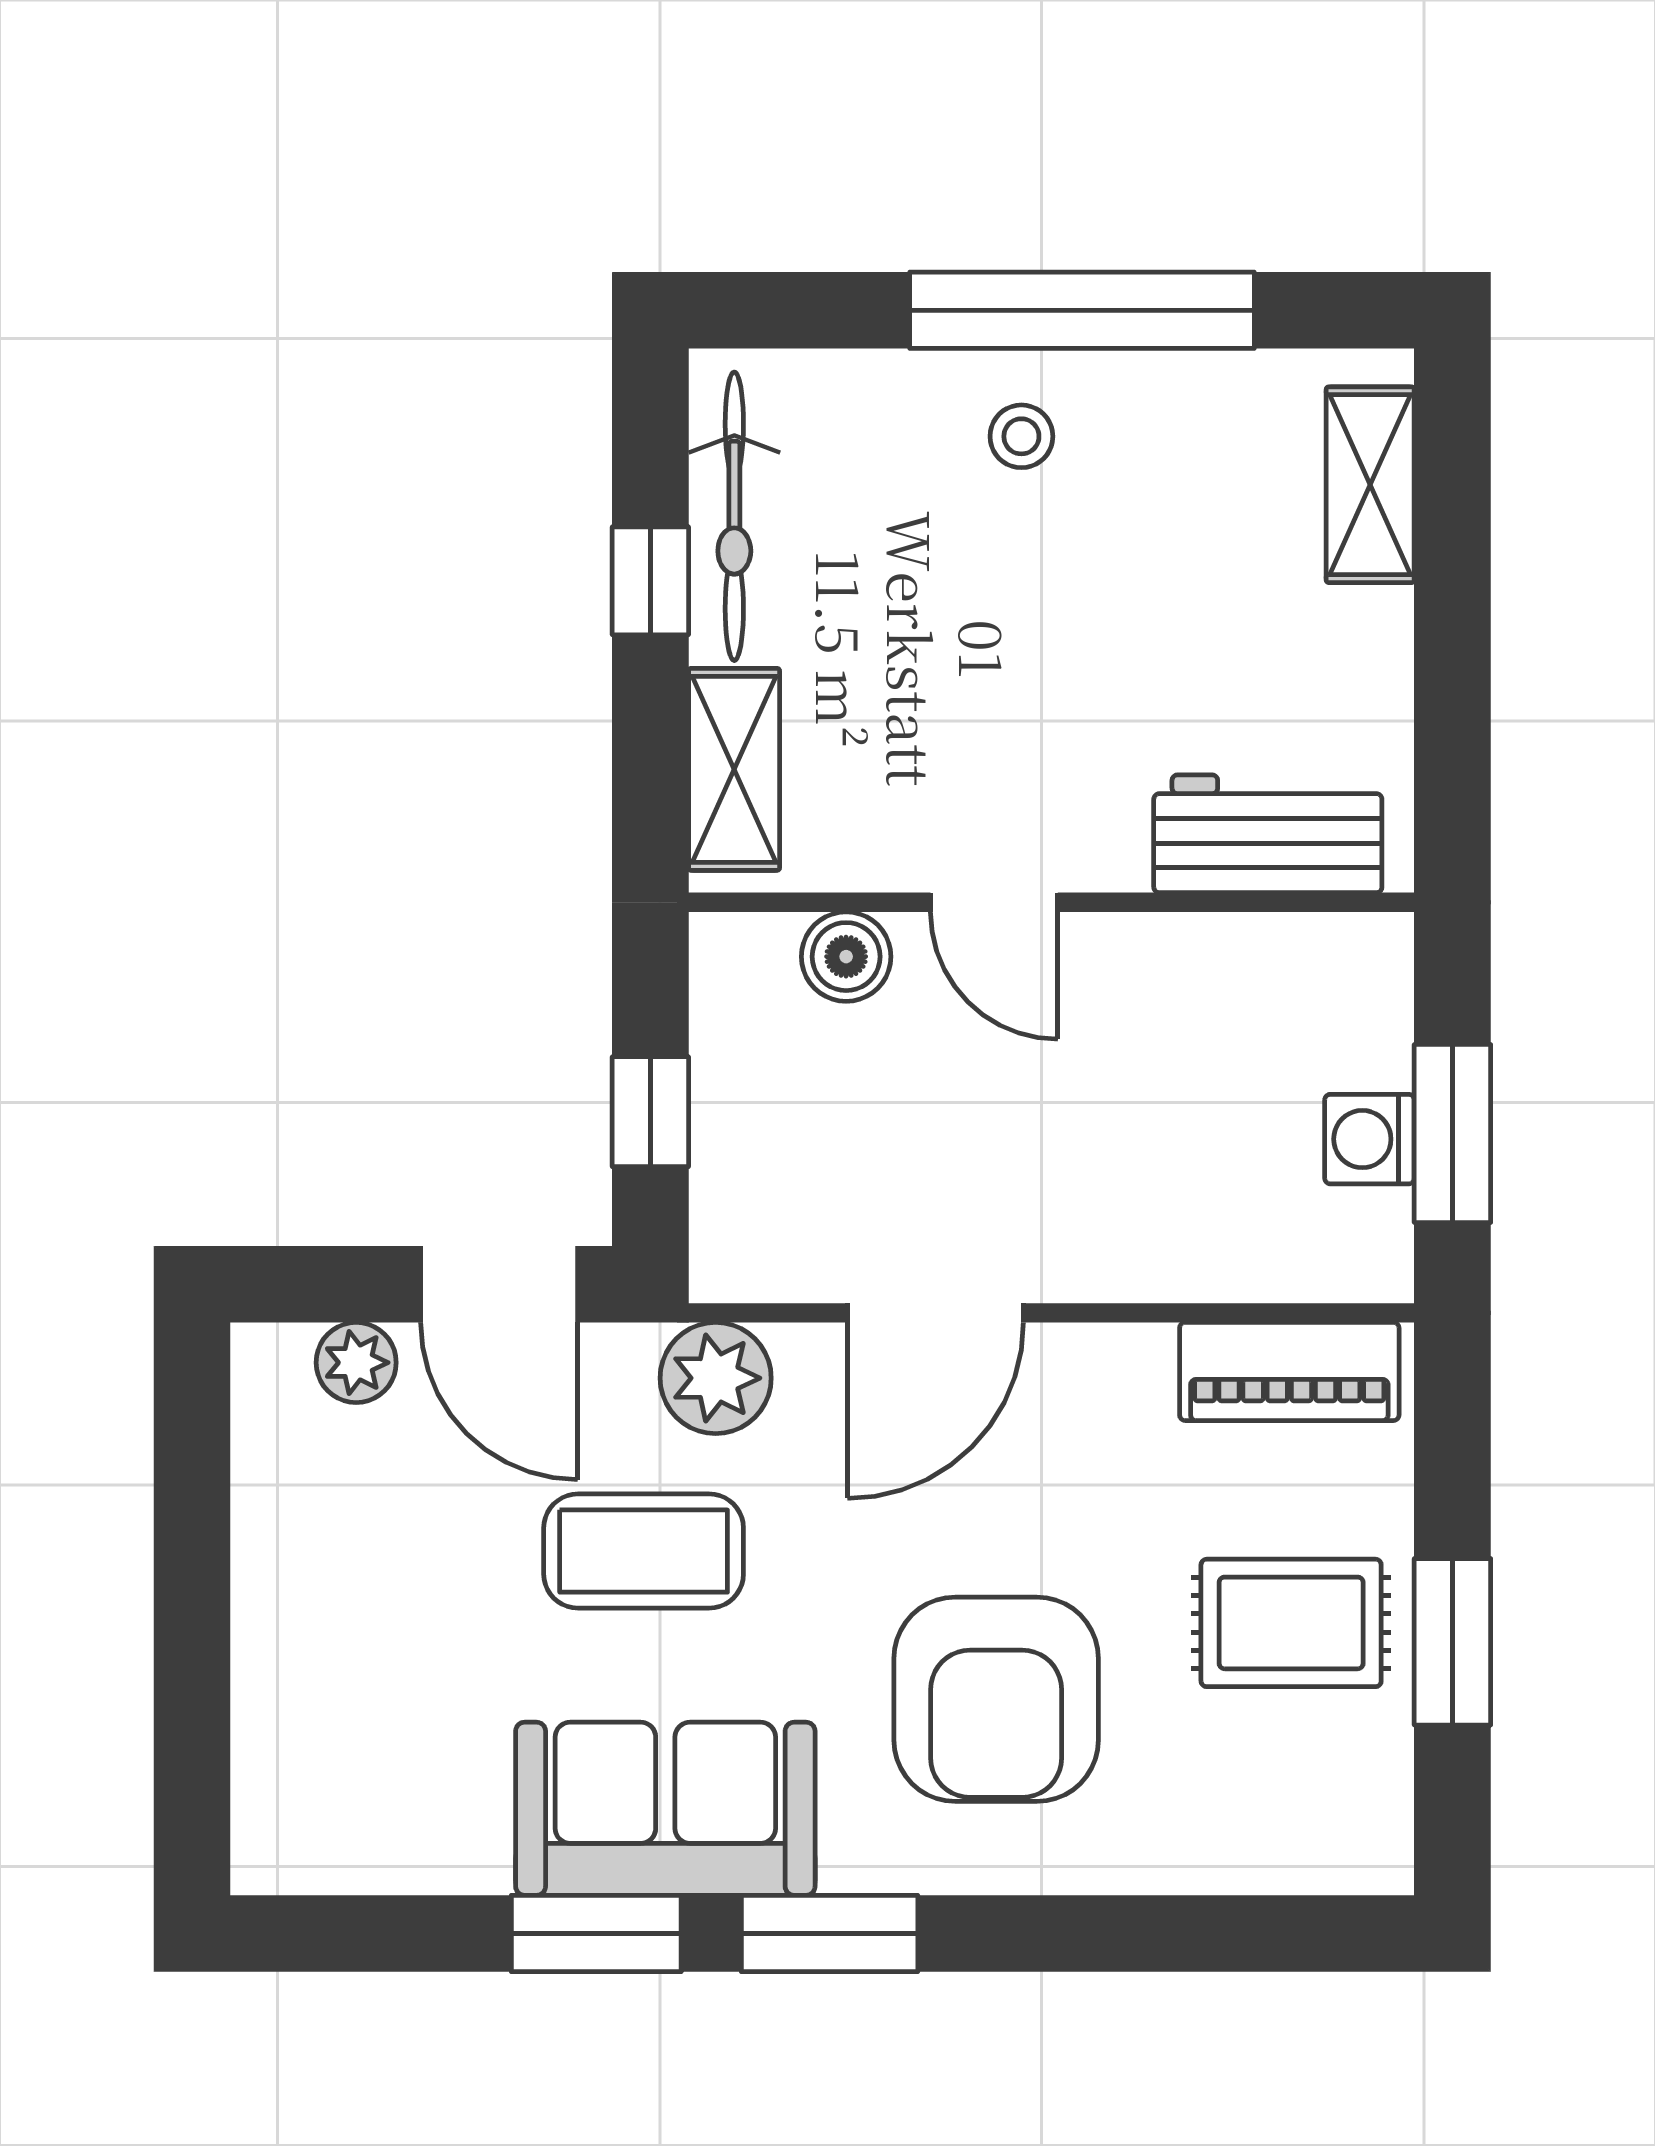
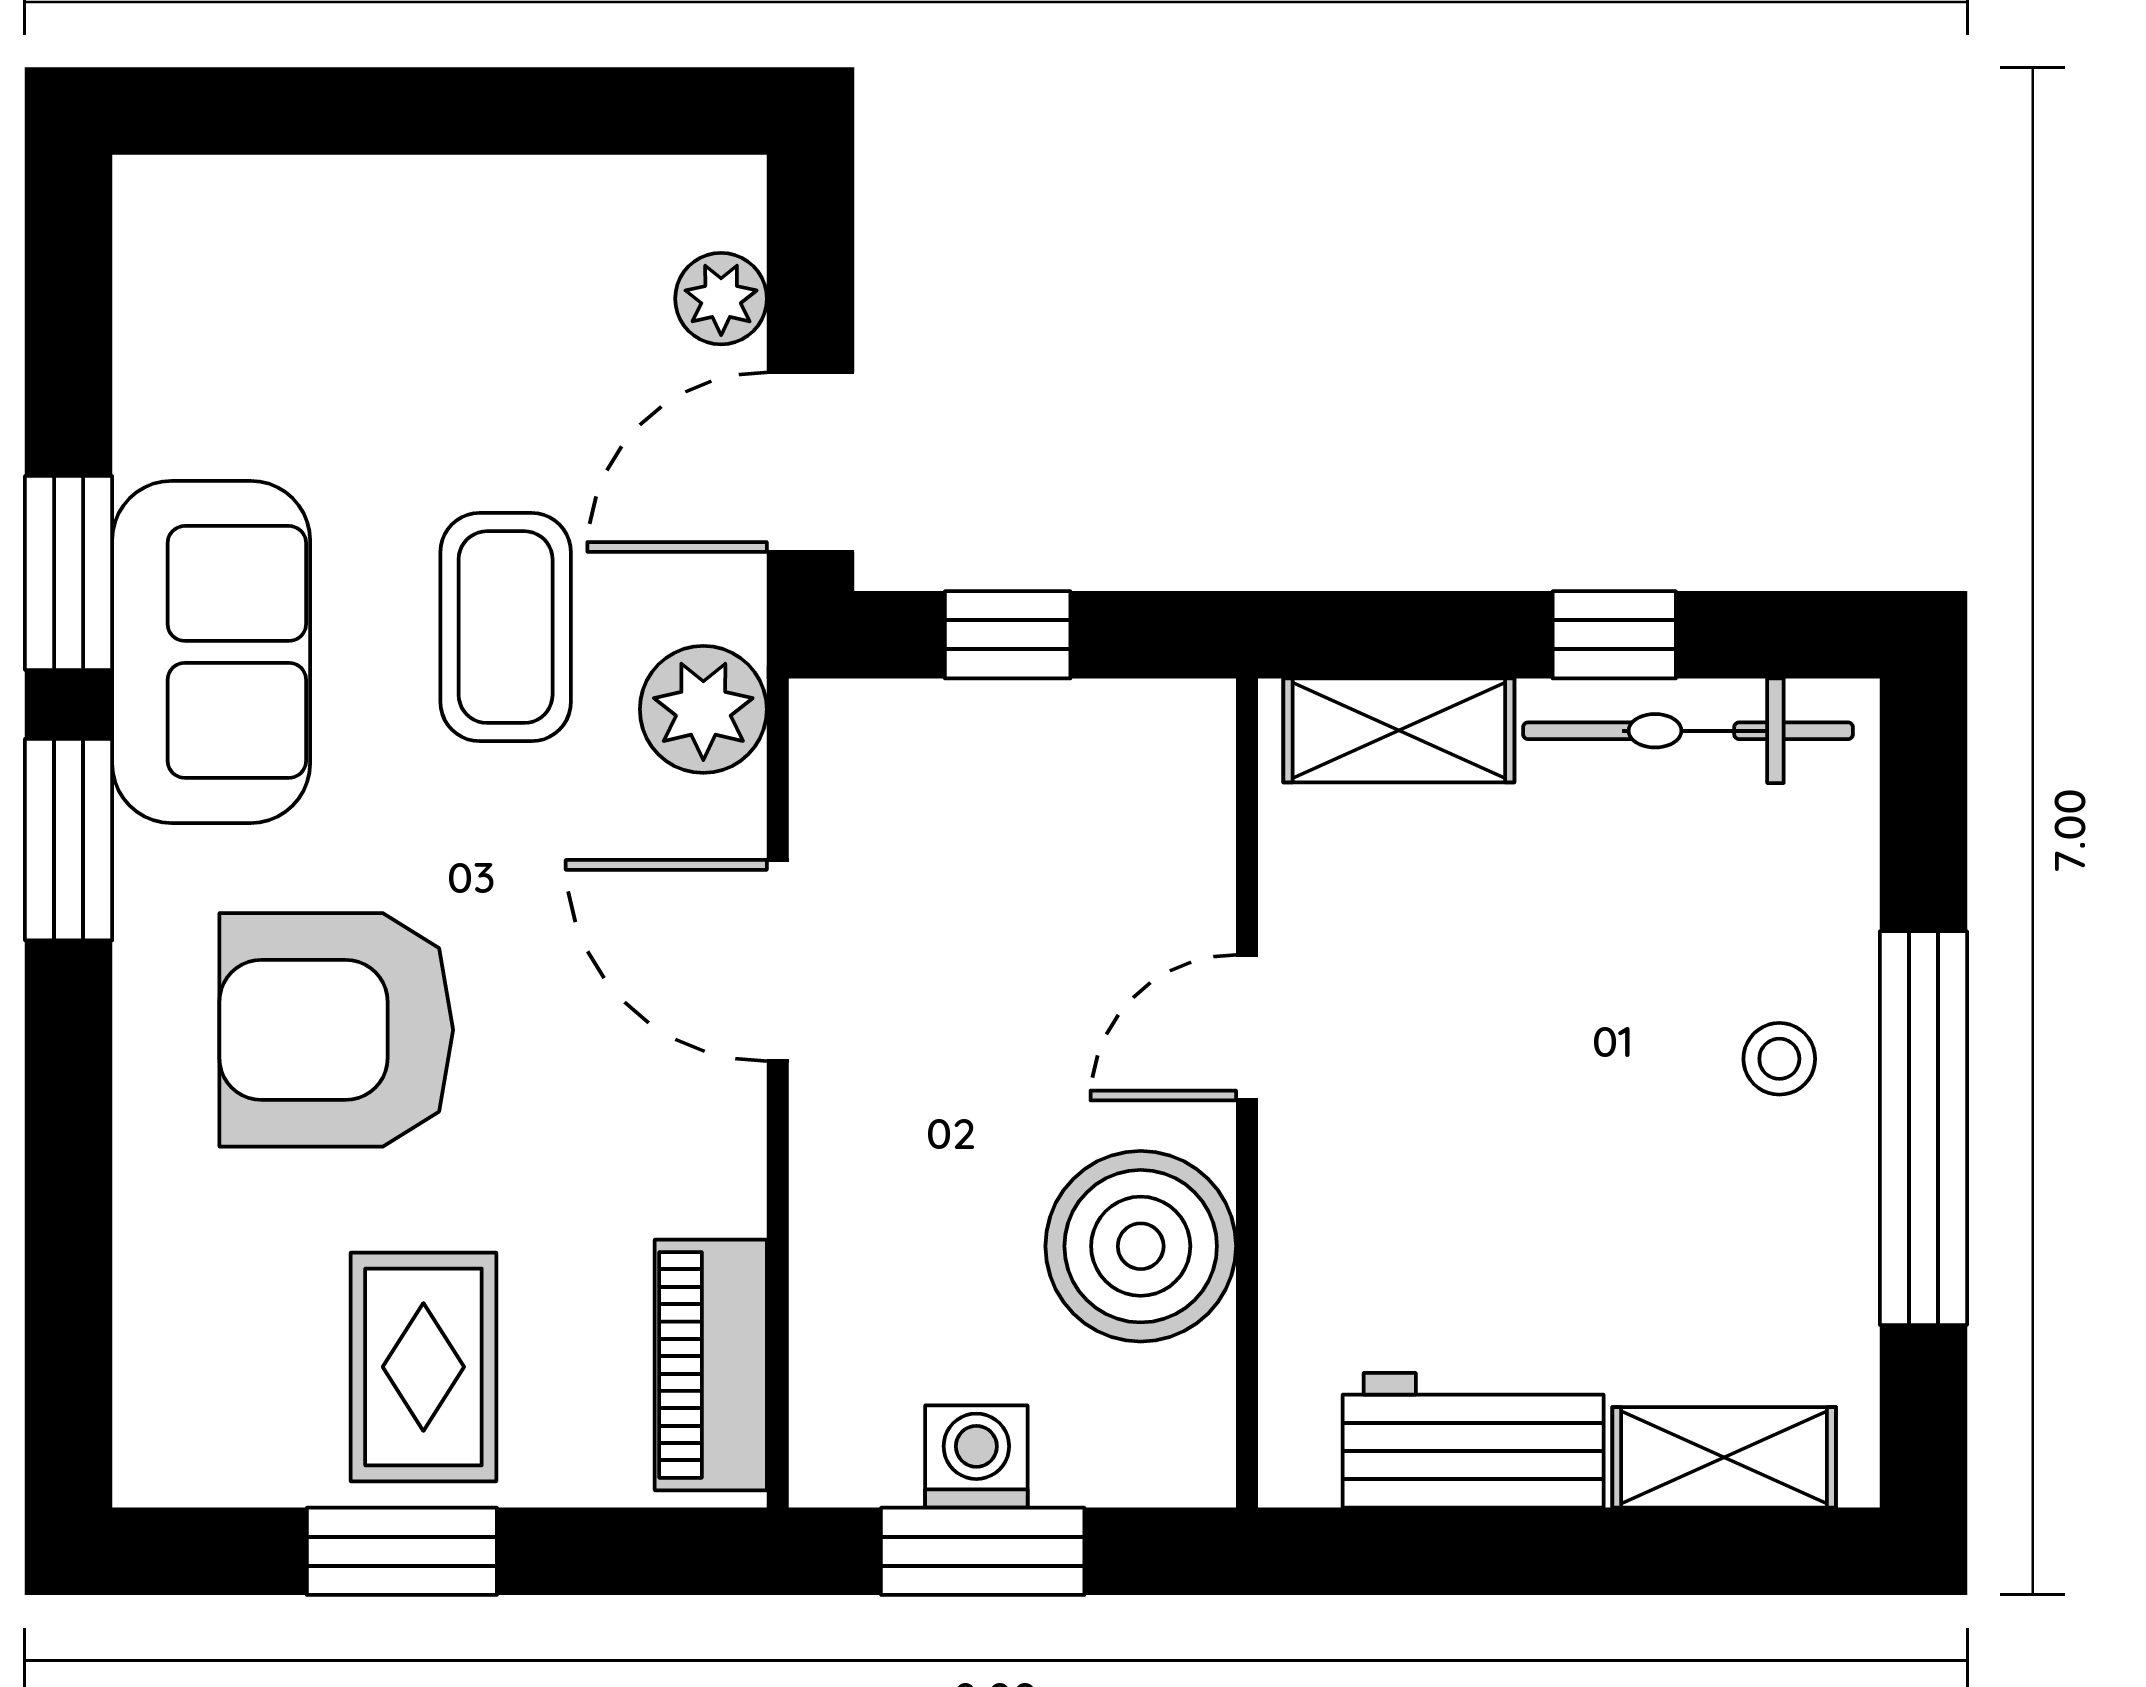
workbench: (1268, 834) -> (1473, 1440), moved, turned -90
boiler: (846, 957) -> (1141, 1246), moved, width x1.86, depth x1.86

